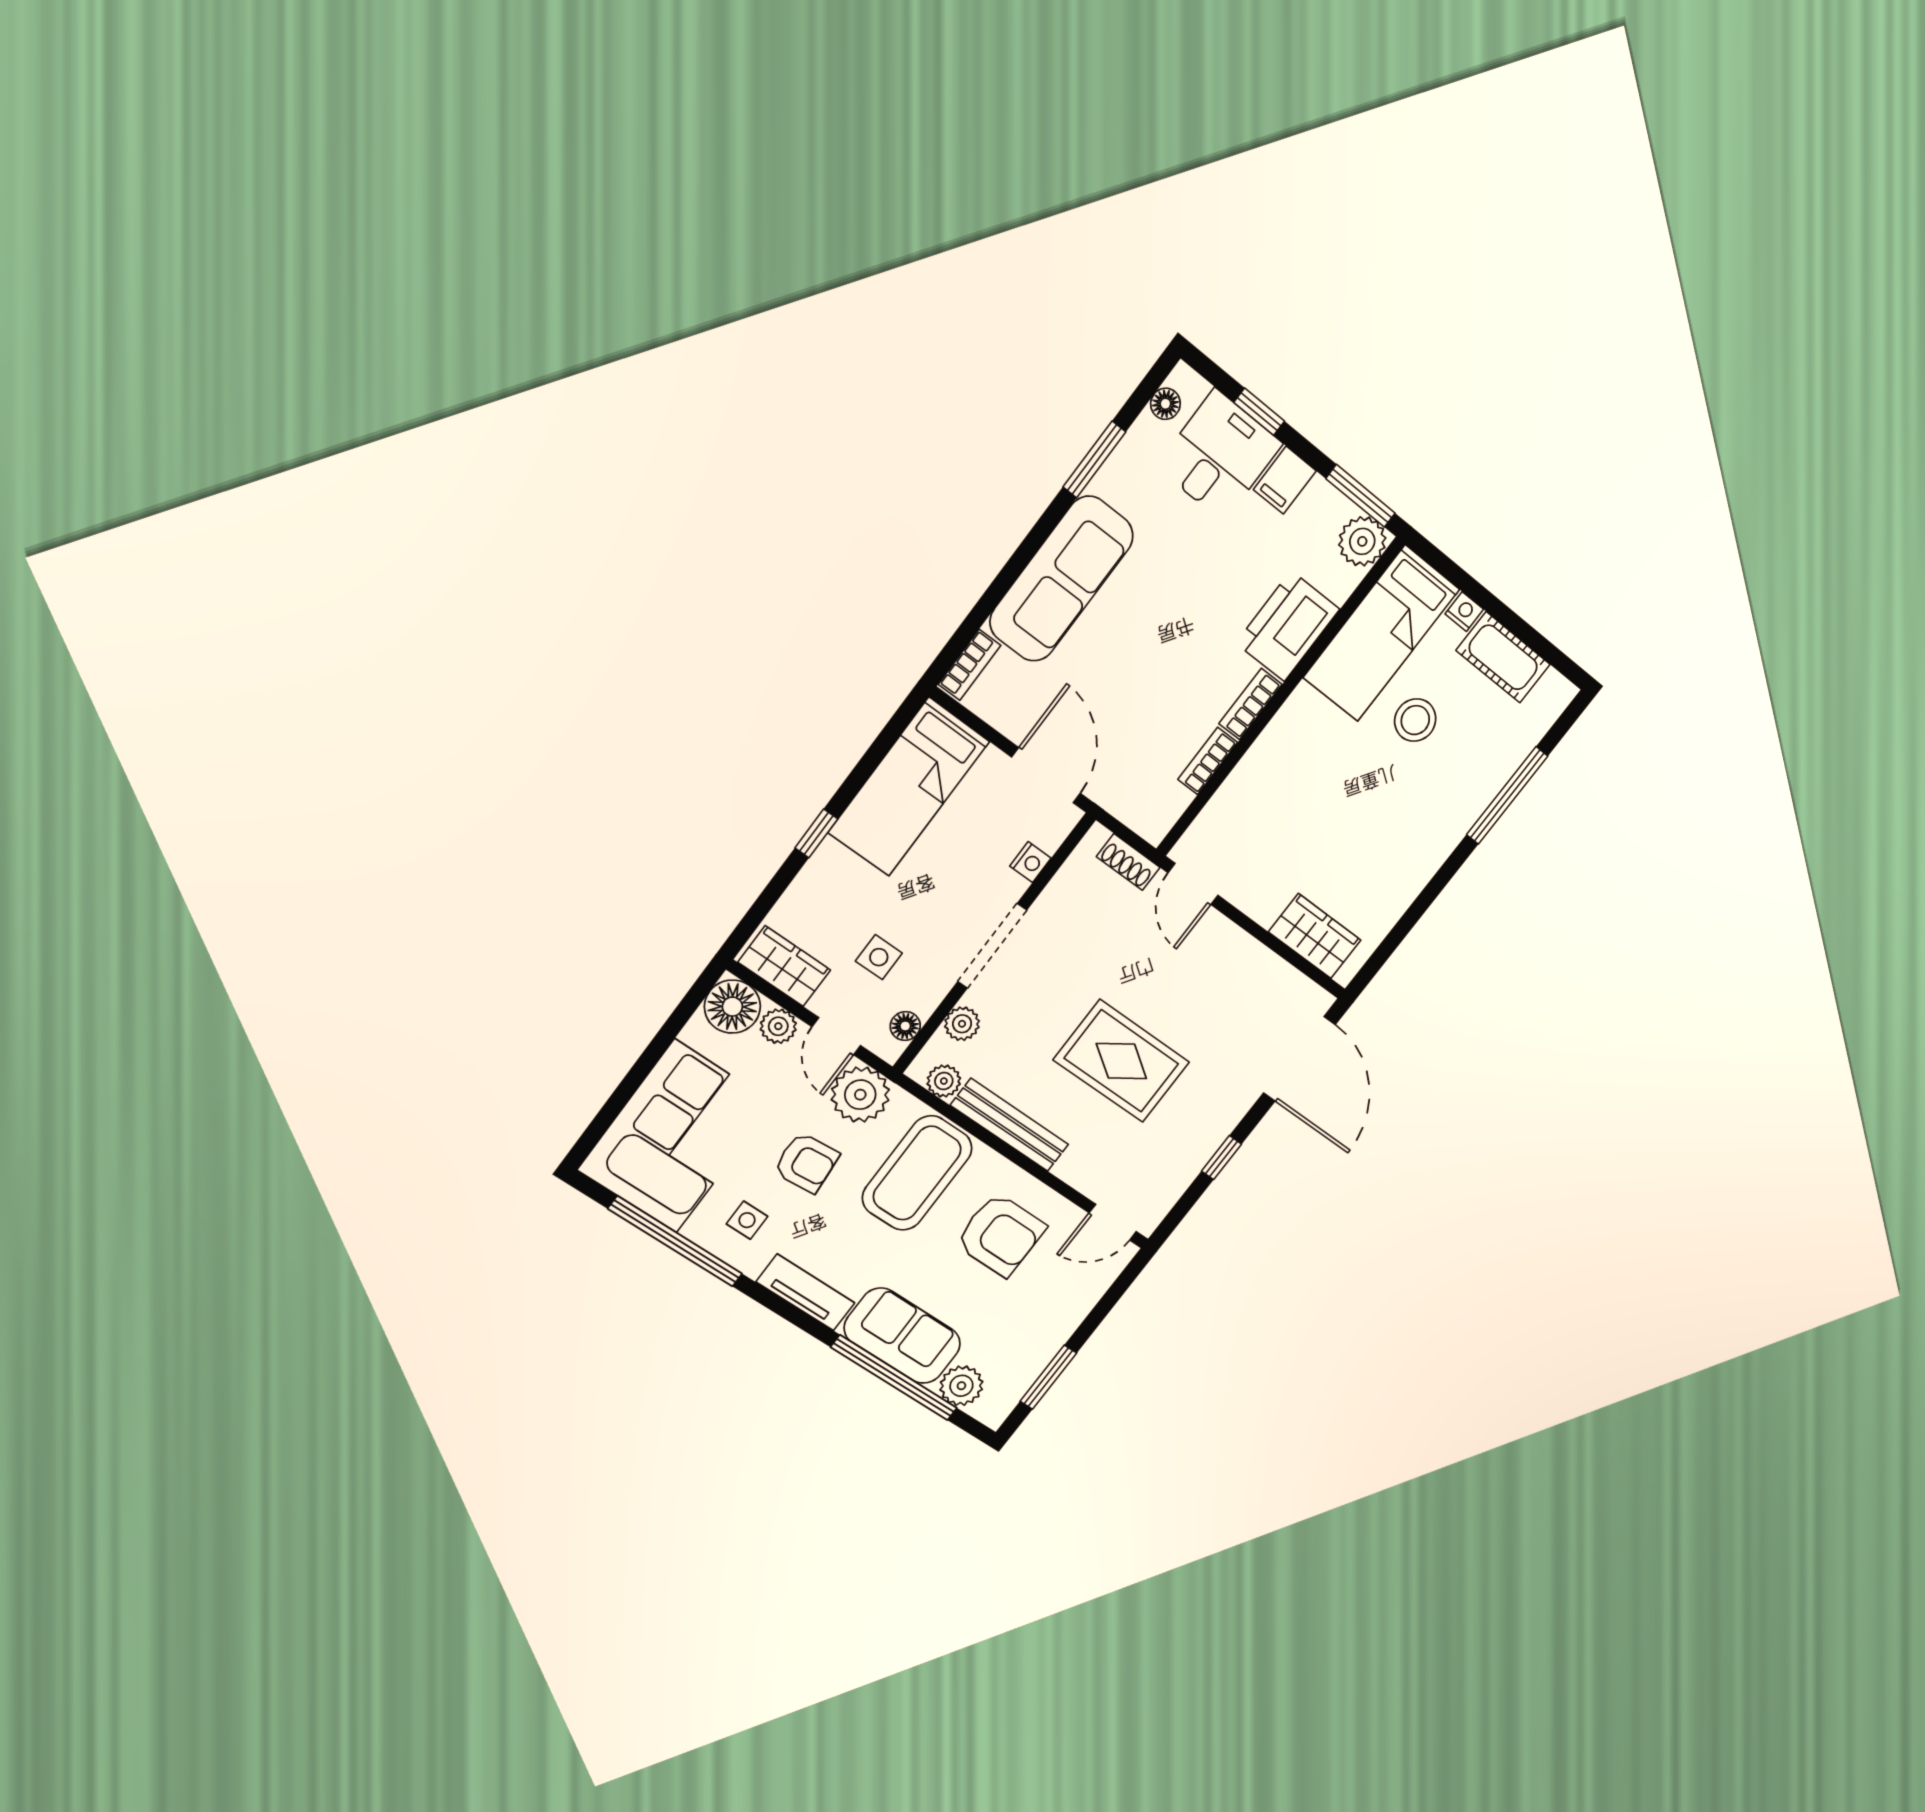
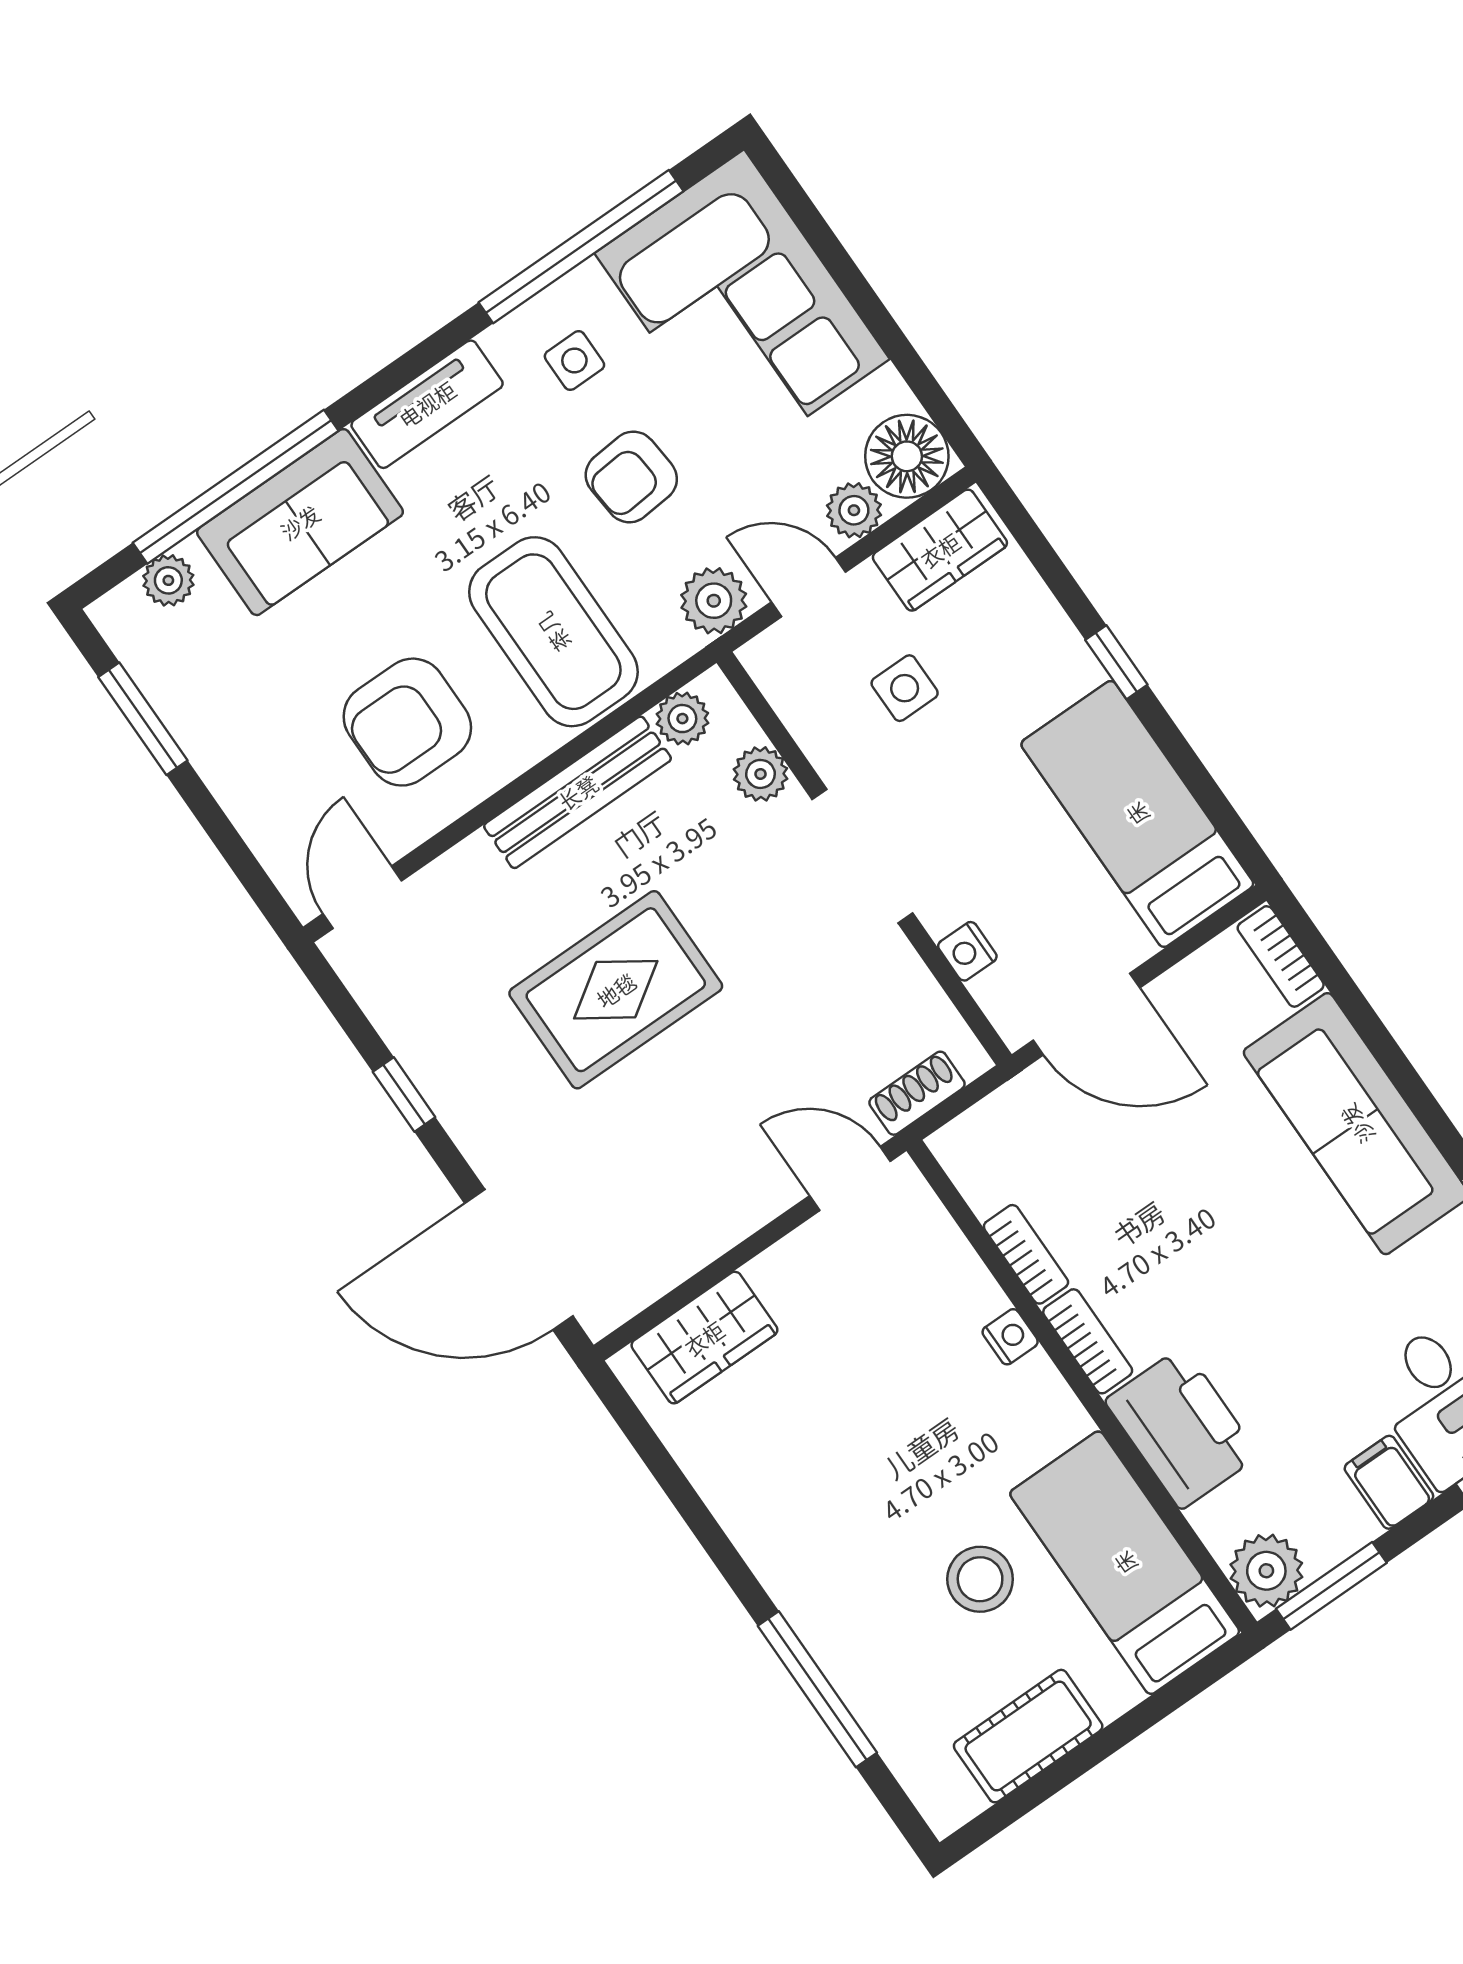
nightstand: (1464, 612) -> (1010, 1337), moved, turned -90
floor lamp: (905, 1026) -> (787, 691), removed
plant: (860, 1095) -> (714, 601), width x0.73, depth x0.73
plant: (961, 1386) -> (168, 580), width x0.73, depth x0.73

